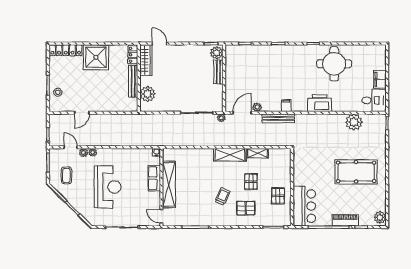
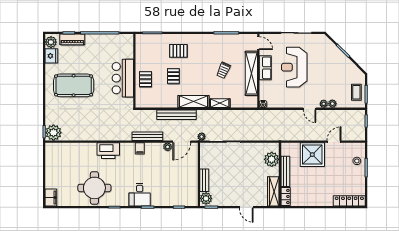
door: (159, 44) -> (246, 207), moved
shower: (96, 57) -> (312, 155), moved
filing cabinet: (380, 79) -> (51, 198), moved
desk: (374, 100) -> (140, 195), moved, turned -90
plant: (354, 122) -> (53, 133), moved
bench: (248, 141) -> (176, 115), added
door: (71, 147) -> (309, 109), moved
shelving: (258, 153) -> (220, 103), moved
coffee table: (66, 175) -> (356, 92), moved
row of seats: (154, 178) -> (265, 68), moved
reception desk: (108, 187) -> (294, 67), moved
trolley: (223, 196) -> (224, 70), moved
pallet: (278, 196) -> (146, 79), moved
fridge: (379, 203) -> (51, 56), added
bar counter: (304, 206) -> (123, 78), moved
piano: (345, 220) -> (72, 39), moved

